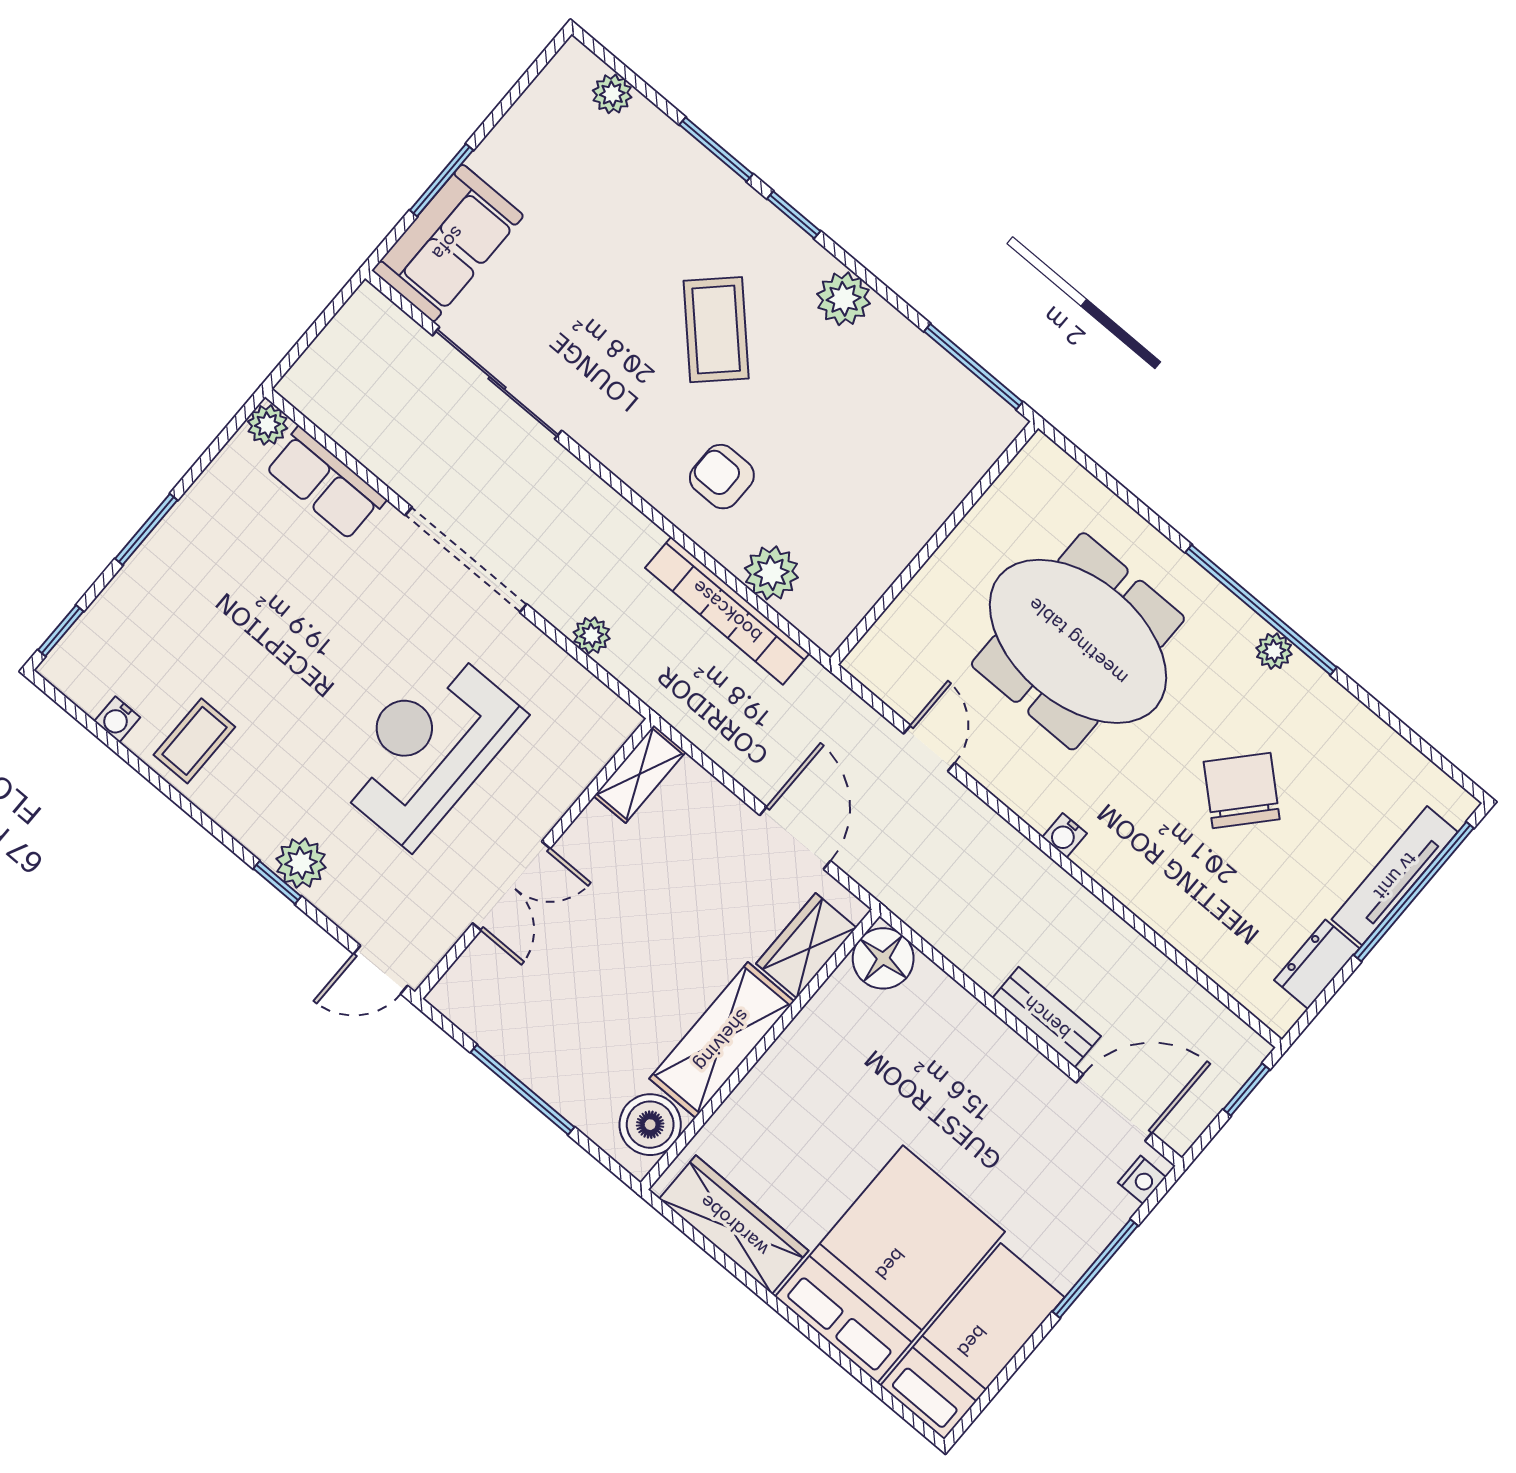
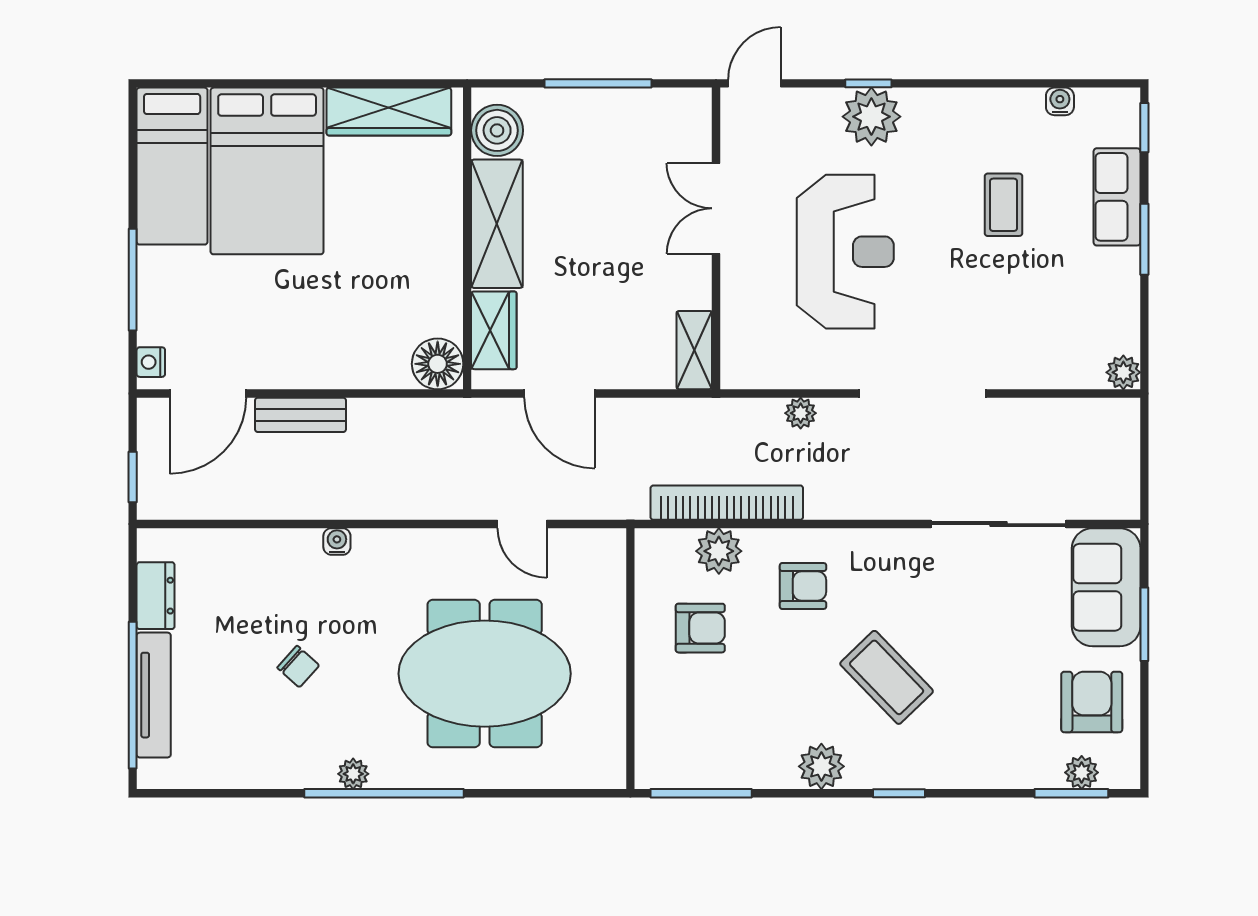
window: (716, 149) -> (1071, 793), moved
armchair: (549, 150) -> (1092, 702), added
row of seats: (325, 483) -> (1117, 197), moved, turned -90
armchair: (847, 517) -> (700, 628), added
coffee table: (194, 741) -> (1004, 205), moved
chair: (1242, 791) -> (298, 667), width x0.54, depth x0.54
water cooler: (1065, 835) -> (337, 542), moved
plant: (301, 863) -> (871, 117), width x1.36, depth x1.36

